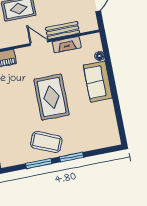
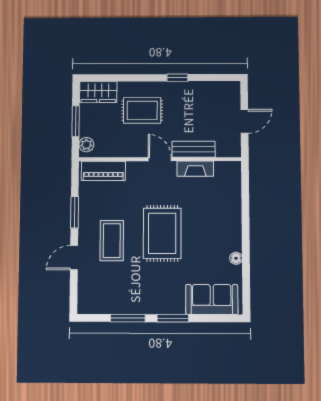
floor lamp: (99, 56) -> (236, 258), moved
sofa: (98, 82) -> (212, 299), moved, turned 90
coffee table: (46, 142) -> (112, 241), moved, turned 67

